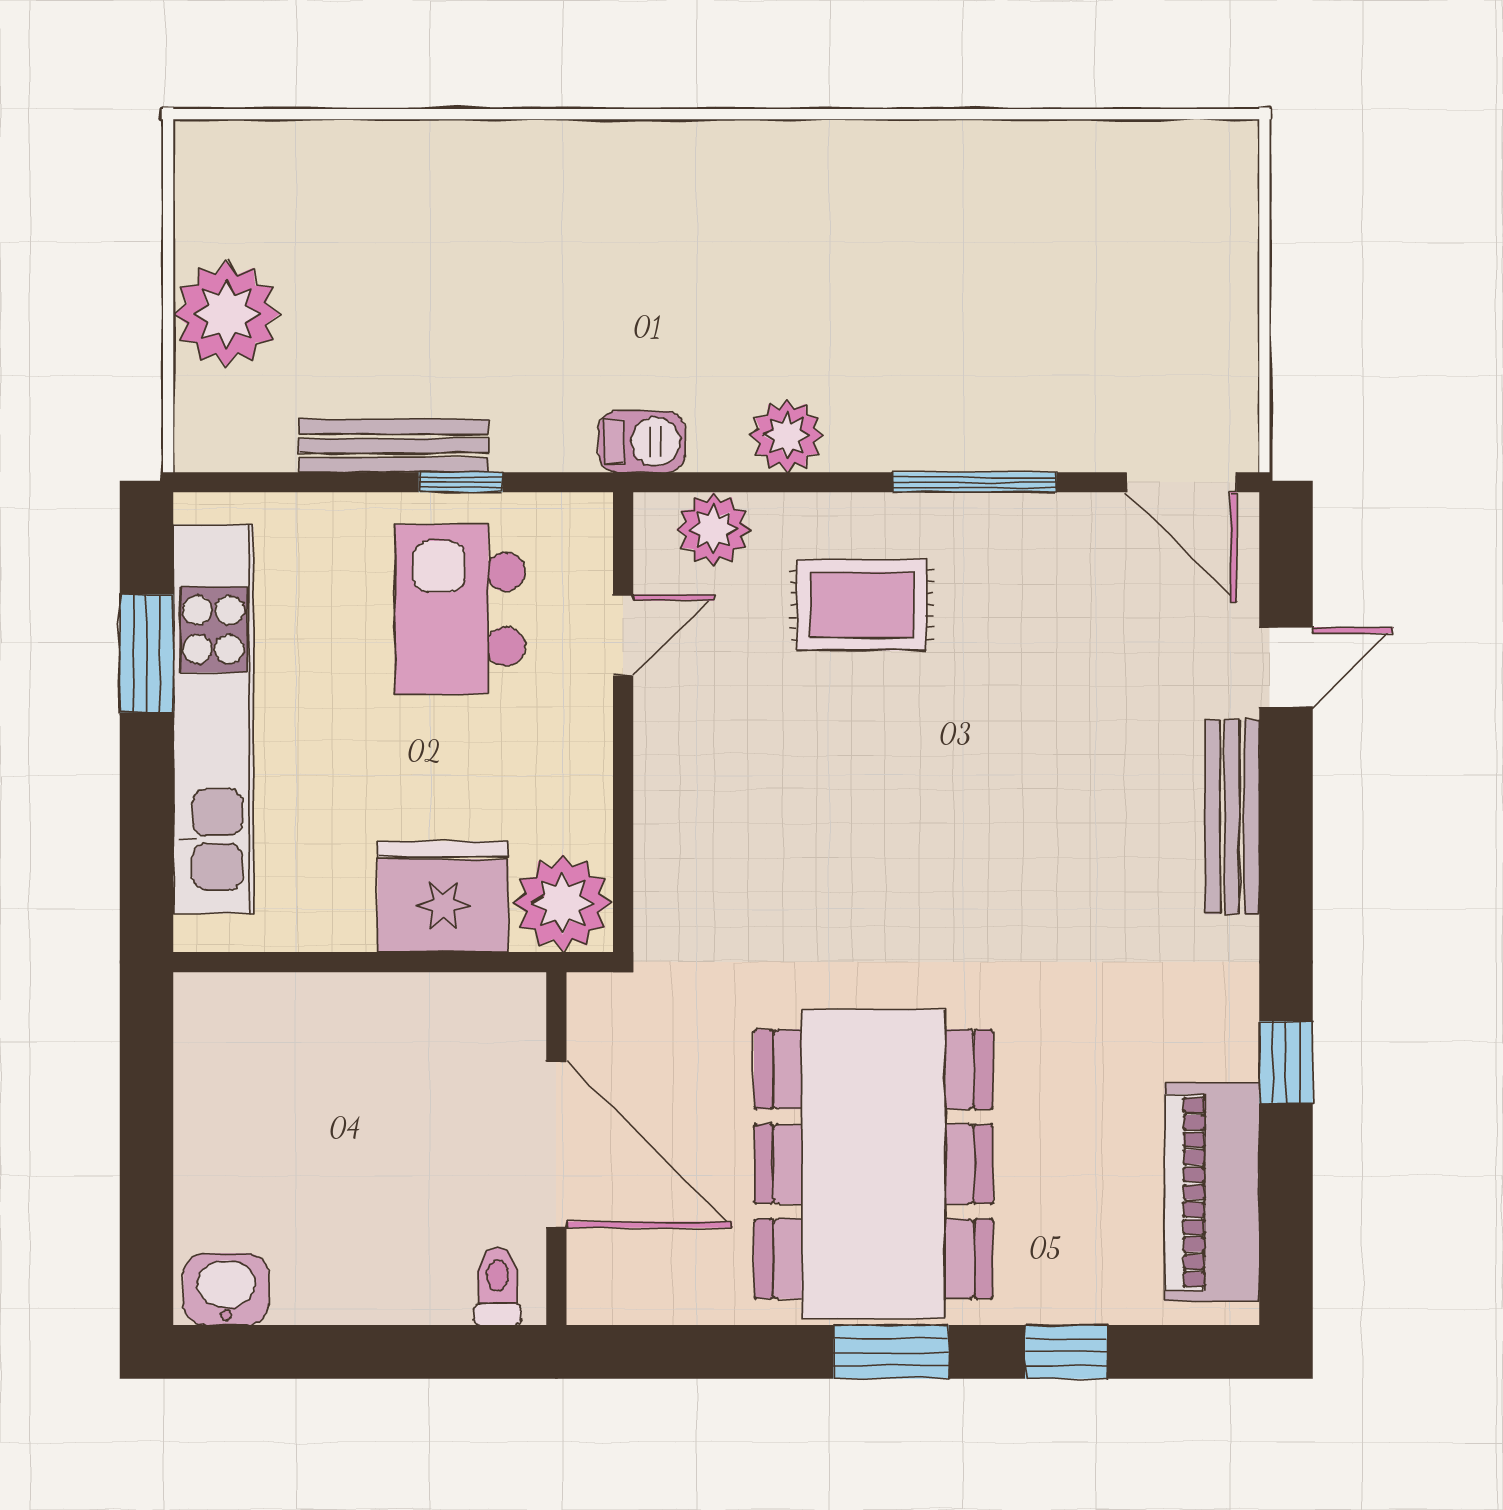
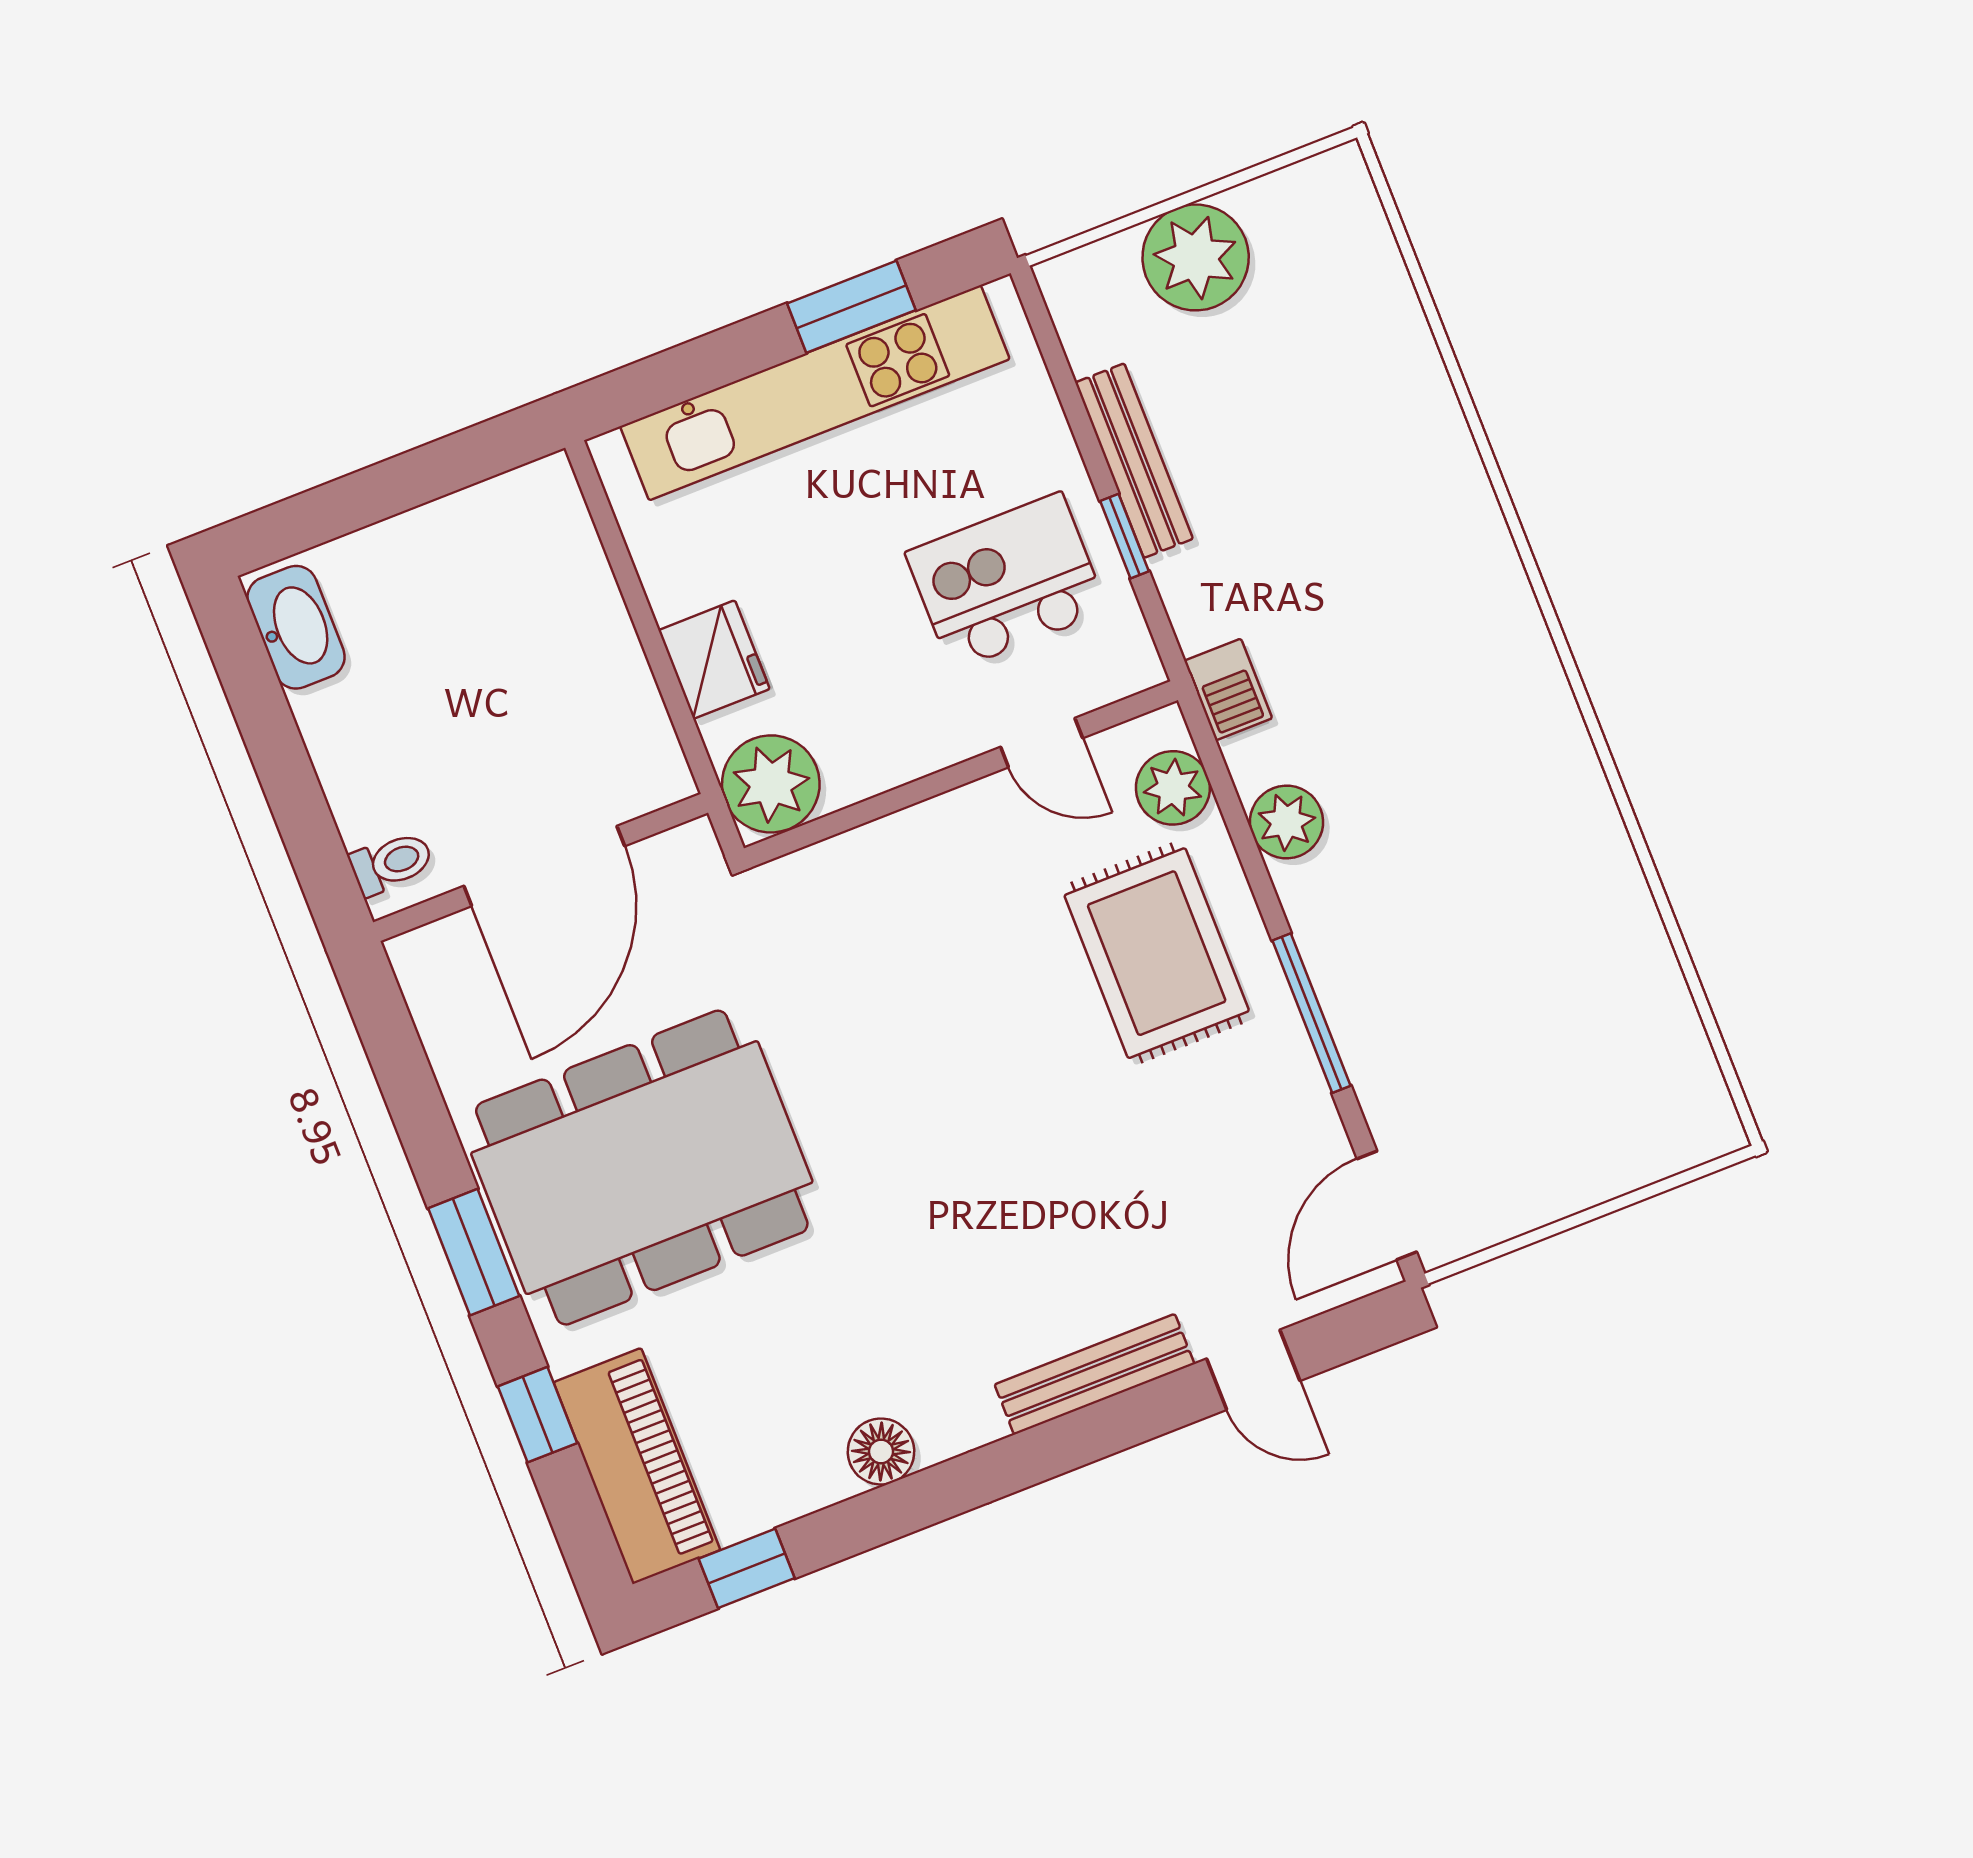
rug: (862, 605) -> (1157, 953), width x1.36, depth x1.43
fridge: (443, 897) -> (714, 660), width x0.73, depth x0.75
floor lamp: (1226, 1045) -> (881, 1452), added
window: (1286, 1062) -> (747, 1568), moved
piano: (1212, 1192) -> (637, 1466), moved, turned 90
washbasin: (226, 1289) -> (296, 627), width x1.38

